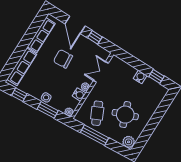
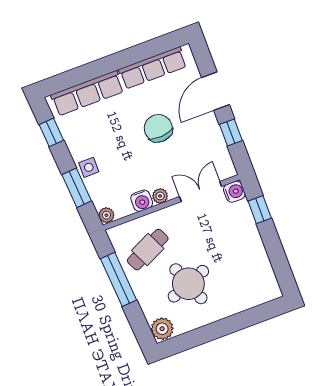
window: (157, 76) -> (260, 210), moved
water cooler: (140, 77) -> (234, 192), moved

